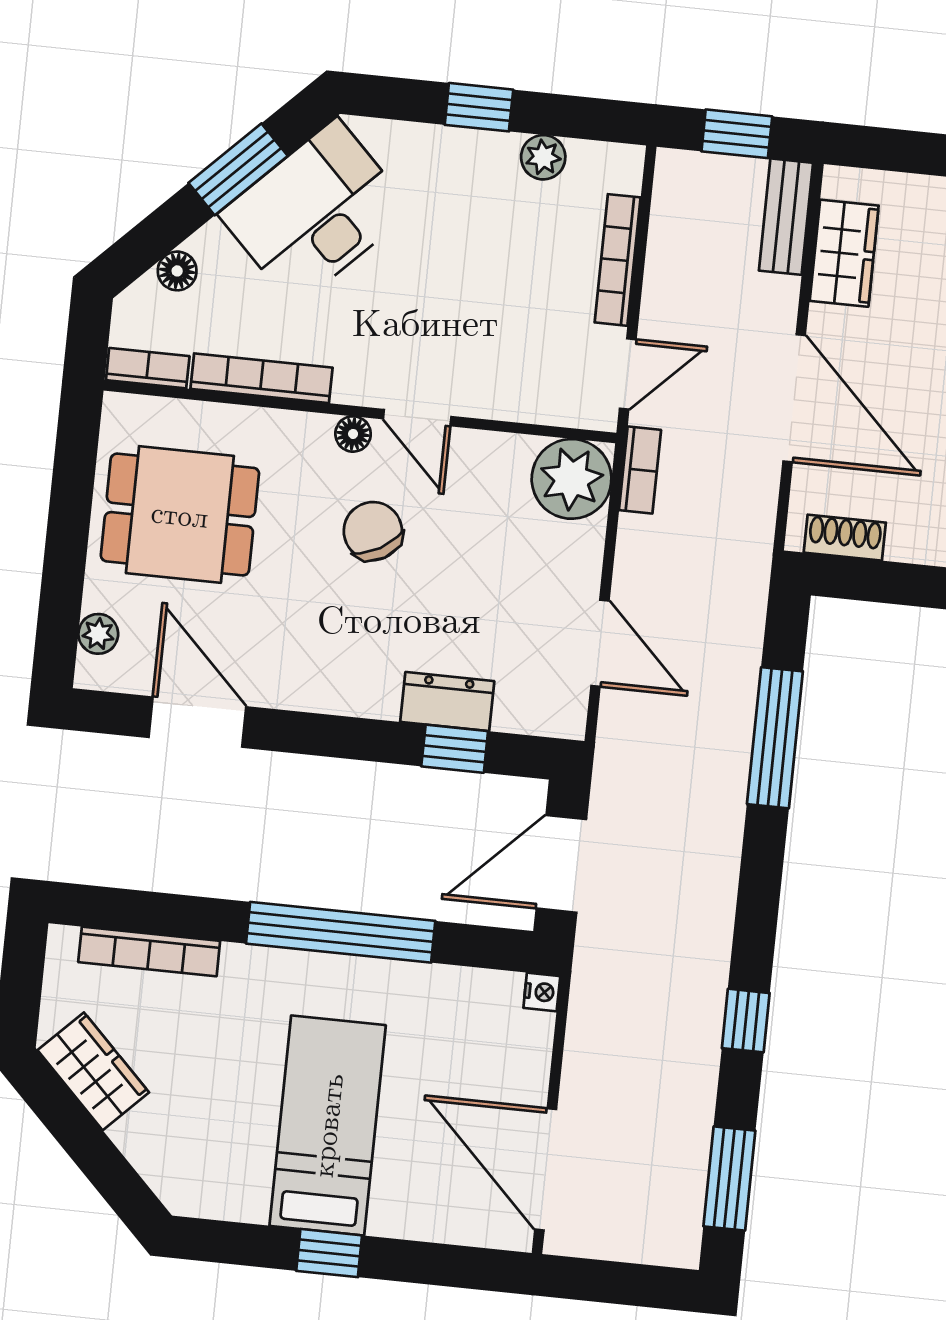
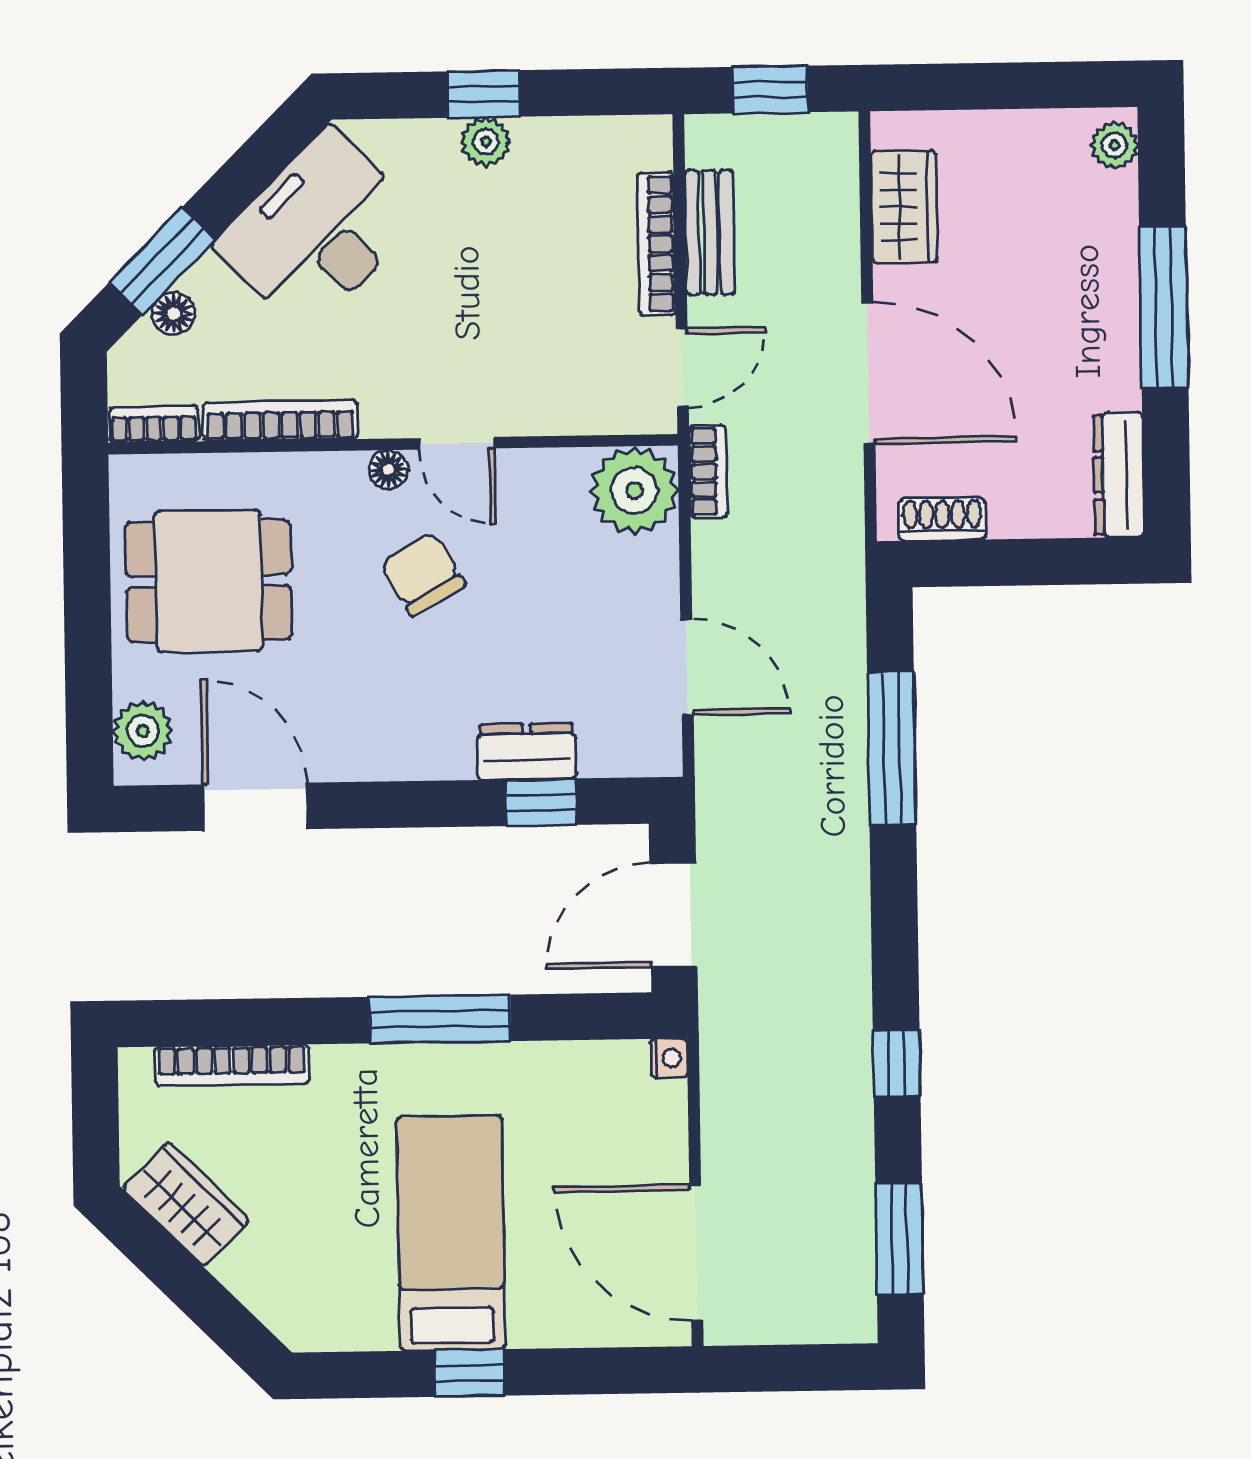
plant: (543, 157) -> (486, 142), moved
window: (238, 169) -> (162, 261), moved
bench: (786, 217) -> (710, 232), moved
plant: (98, 634) -> (143, 731), width x1.38, depth x1.38
window: (341, 932) -> (440, 1019), width x0.68

